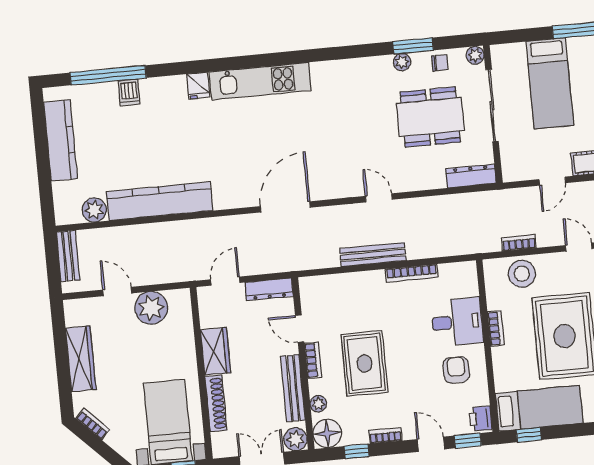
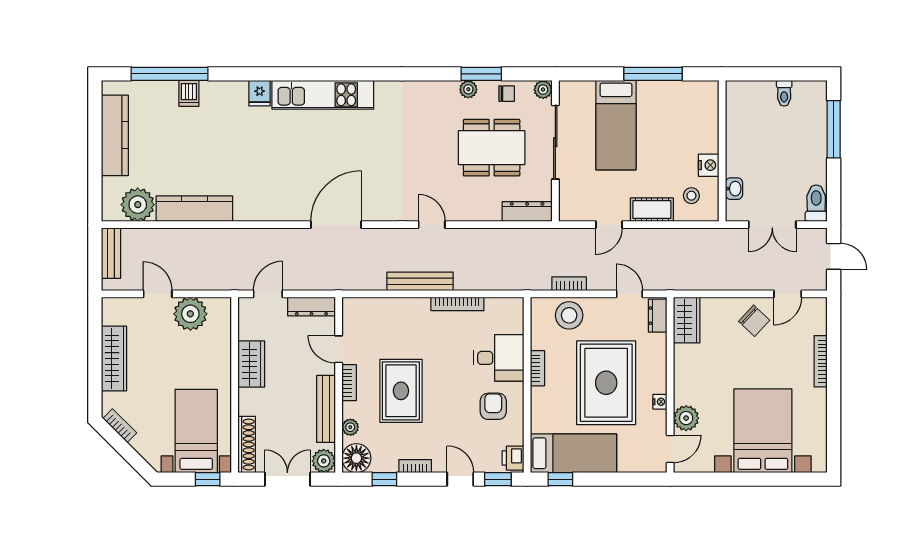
kitchen counter: (160, 201) -> (194, 209), width x0.72, depth x0.86
plant: (94, 210) -> (138, 205), width x1.36, depth x1.36
shoe rack: (216, 403) -> (247, 445), moved

